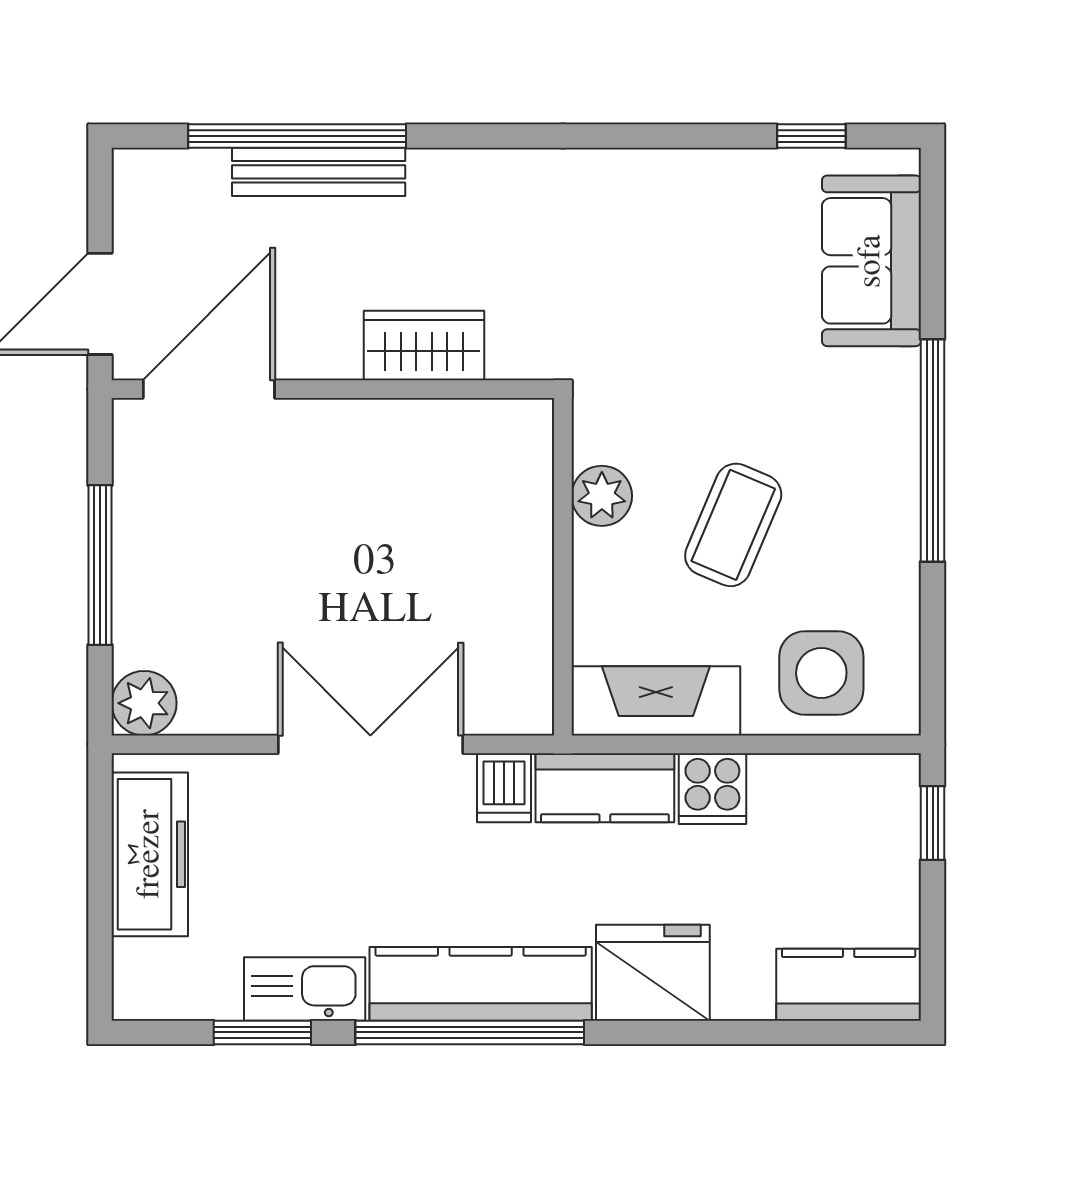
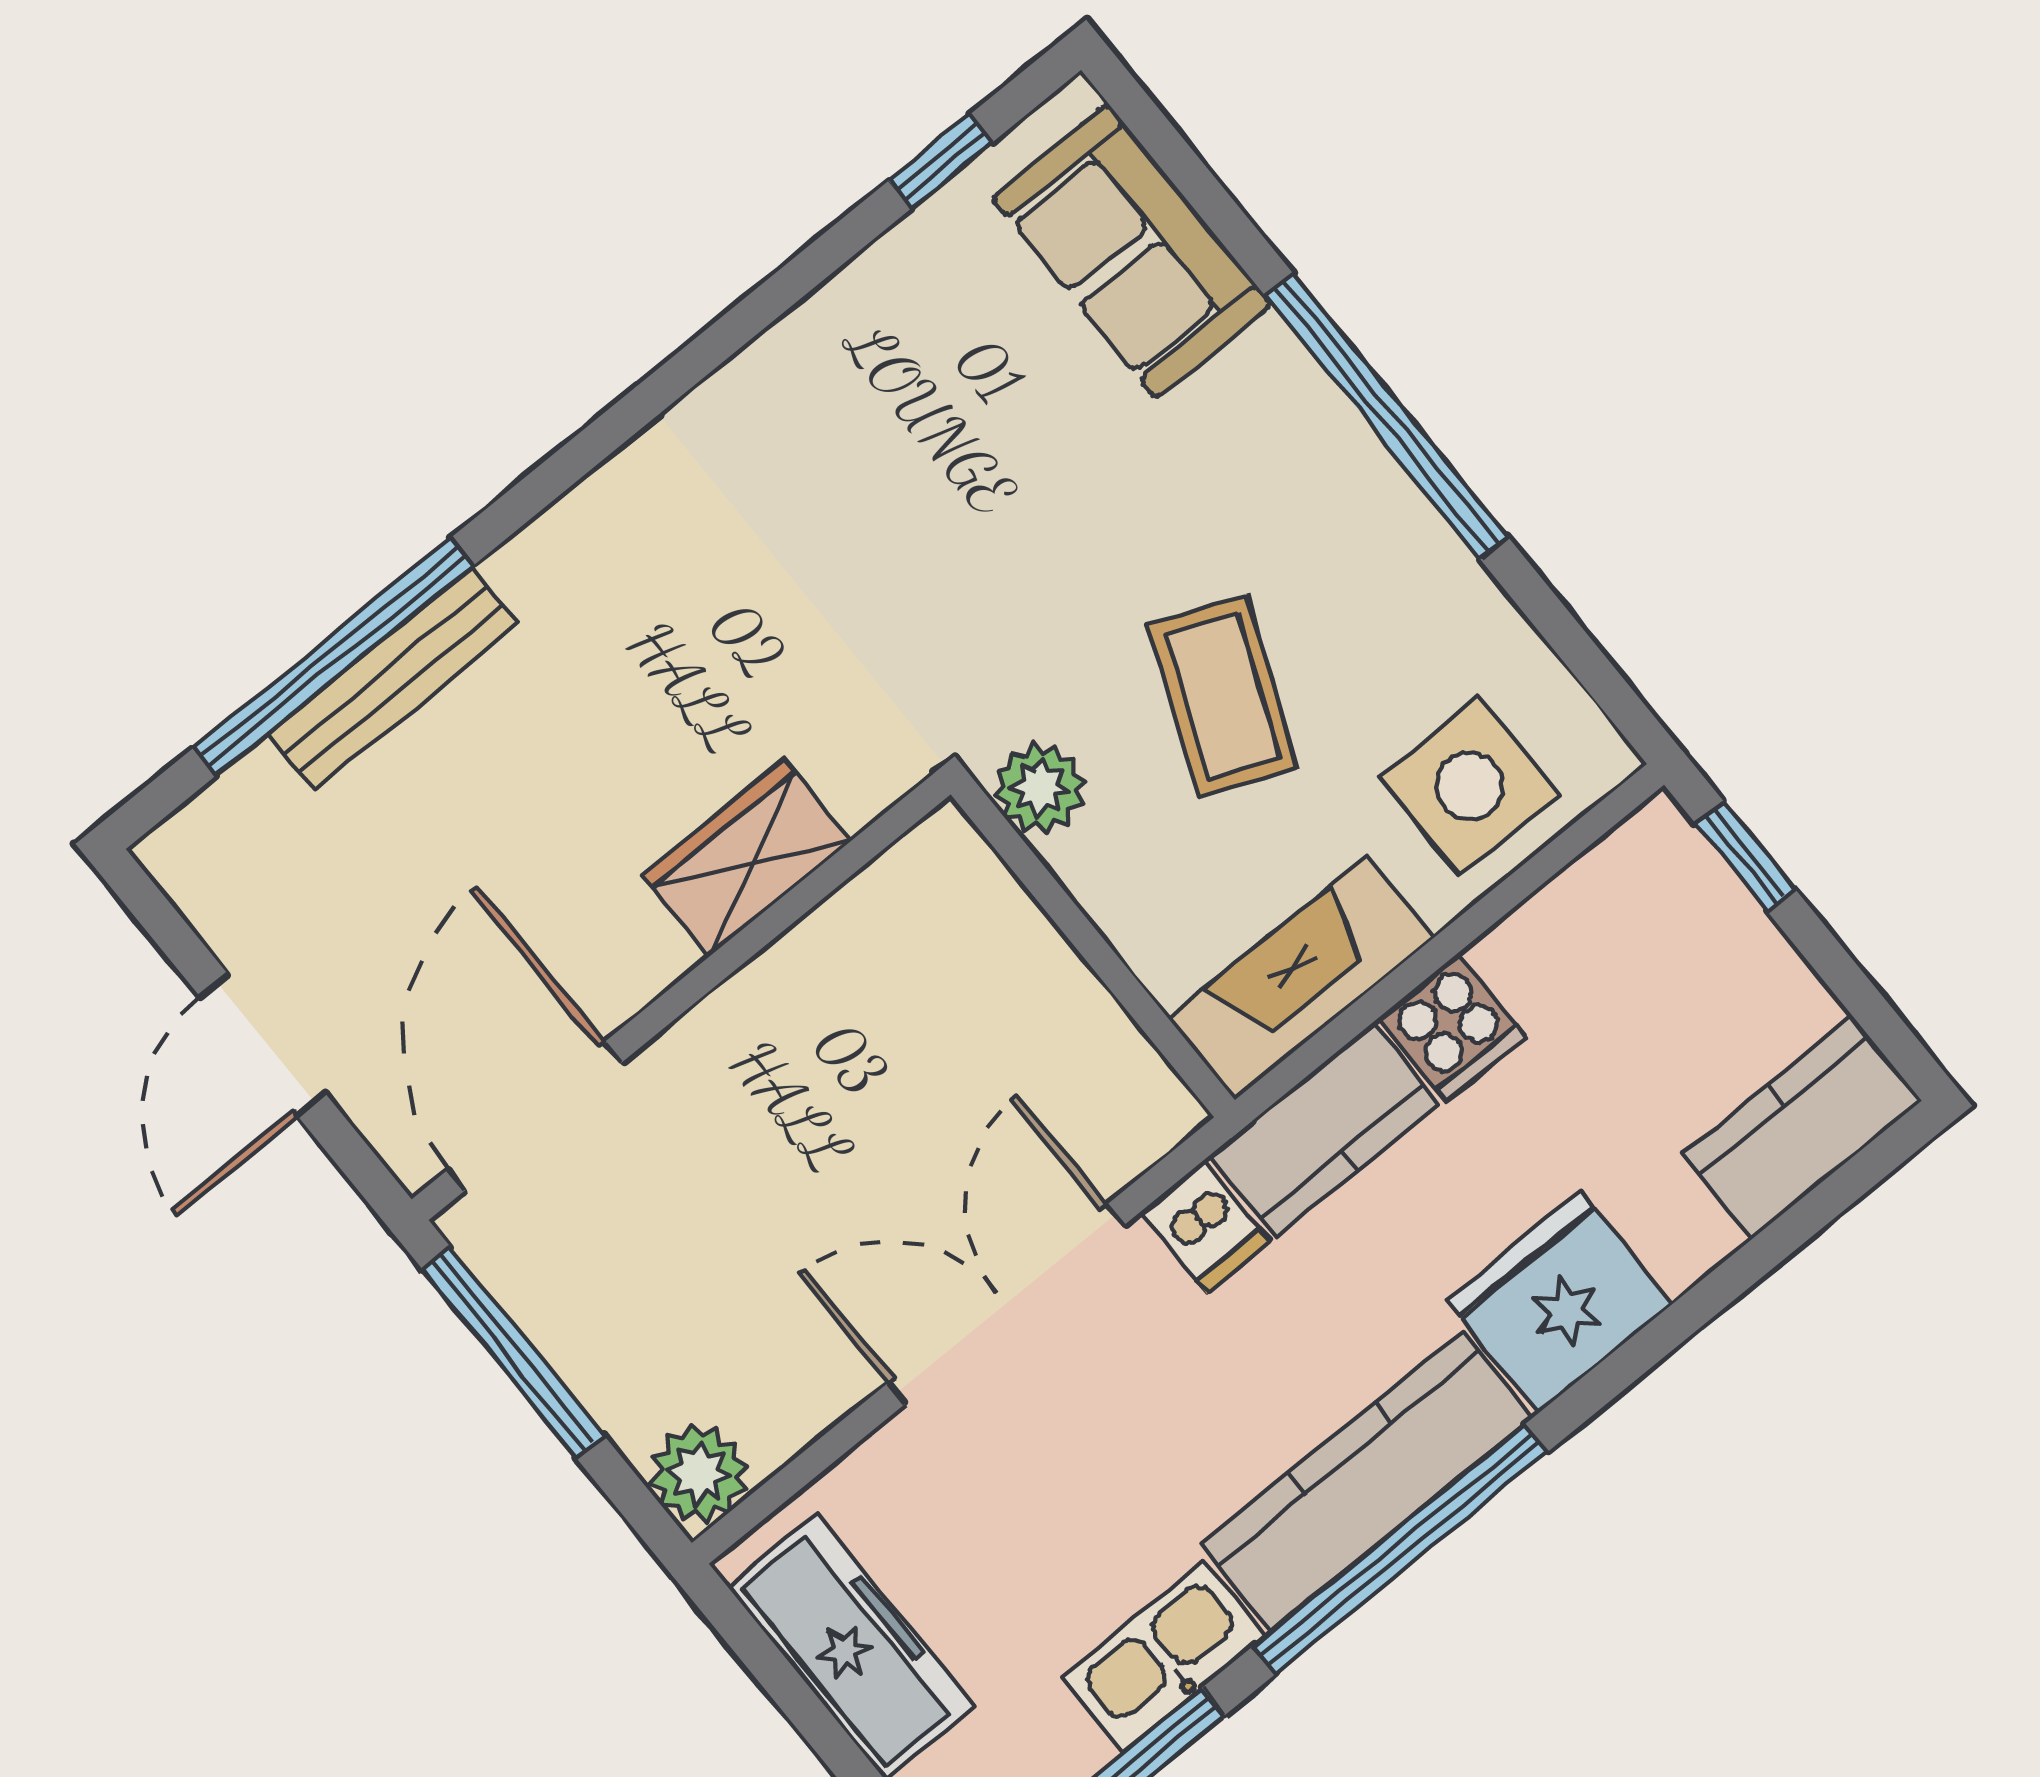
wardrobe: (424, 346) -> (747, 858), moved
door: (209, 389) -> (535, 1116), moved
wall: (333, 389) -> (681, 997), moved

